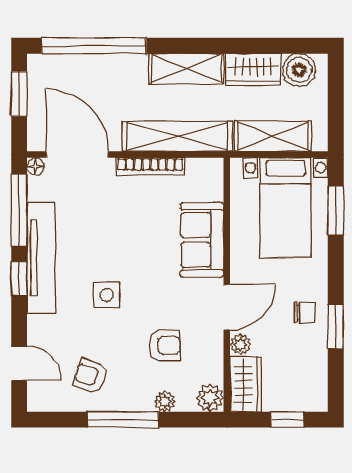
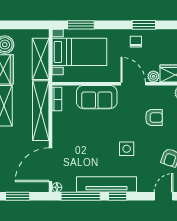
bookcase: (150, 166) -> (57, 99), moved, width x0.64
armchair: (164, 345) -> (154, 118), turned 90

